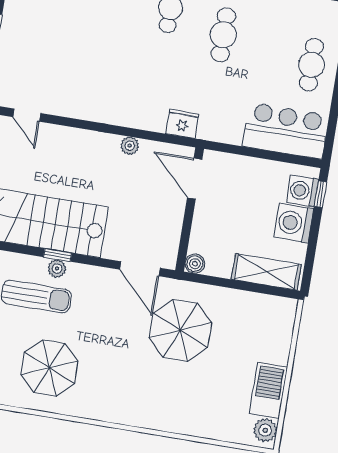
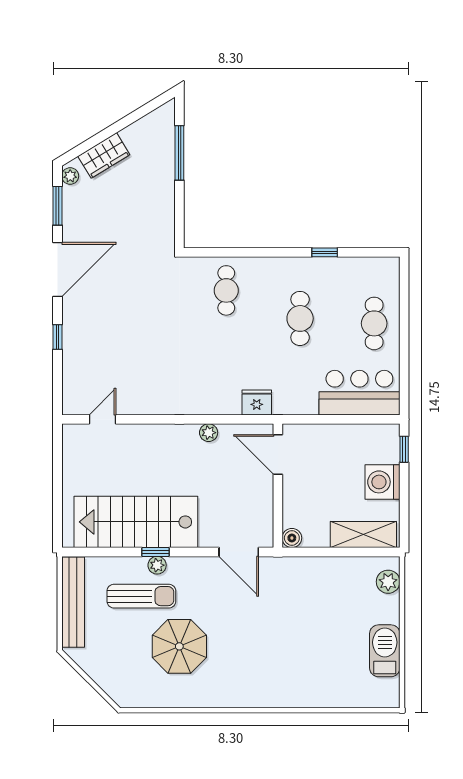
cafe table: (223, 35) -> (300, 318), moved
door: (27, 115) -> (103, 419), swing flipped
washing machine: (303, 191) -> (386, 449), removed
parasol: (180, 330) -> (288, 606), removed
parasol: (49, 368) -> (179, 646), moved
plant: (265, 430) -> (388, 582), moved

